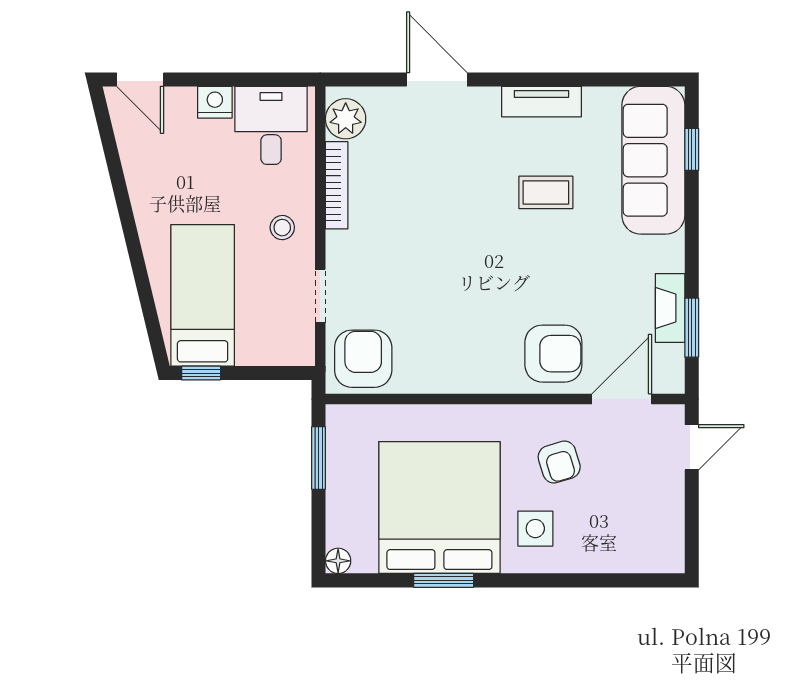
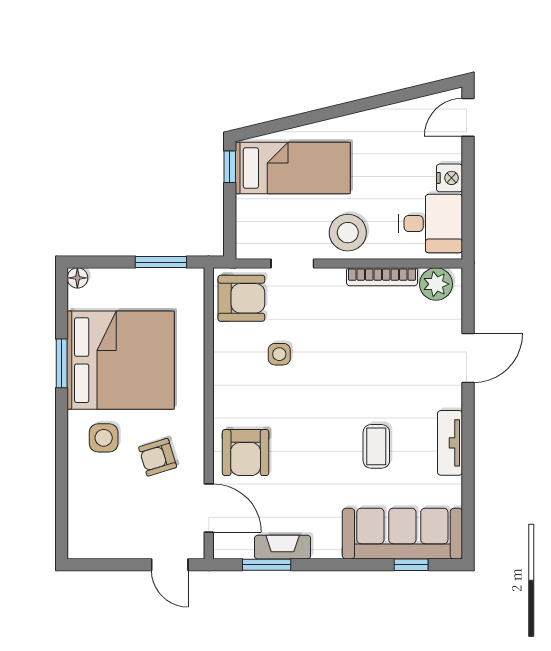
stool: (282, 228) -> (348, 233), width x1.89, depth x1.89
side table: (432, 312) -> (279, 354), added

